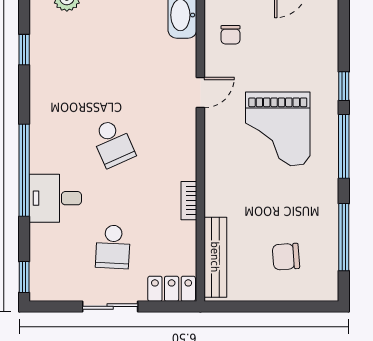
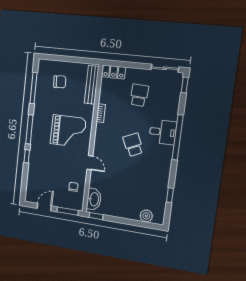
door: (200, 93) -> (90, 163), swing flipped
grand piano: (278, 129) -> (68, 131), moved, turned 90
desk: (55, 198) -> (163, 132), moved
sliding door: (110, 306) -> (165, 68), moved

